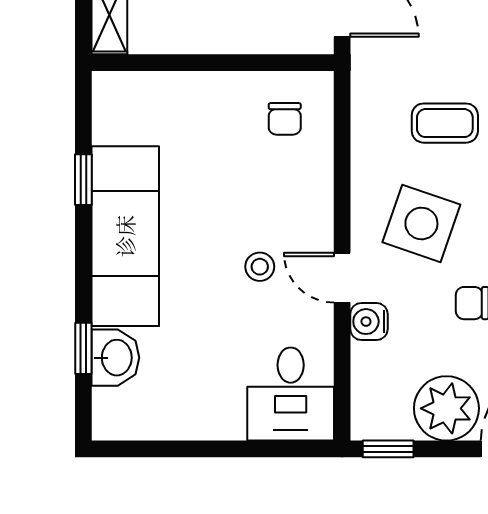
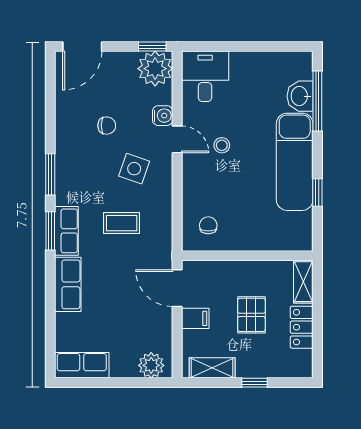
side table: (421, 223) -> (134, 169), width x0.73, depth x0.73
window: (83, 348) -> (317, 101), width x2.17
plant: (446, 408) -> (155, 69), moved

